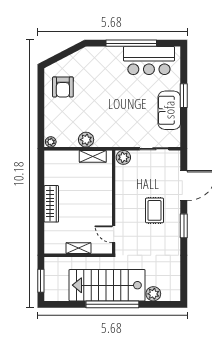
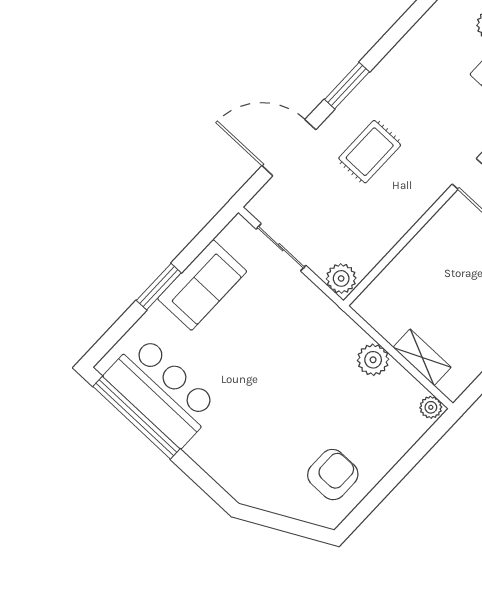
window: (131, 43) -> (136, 418), moved
shelving: (93, 156) -> (422, 357), moved

